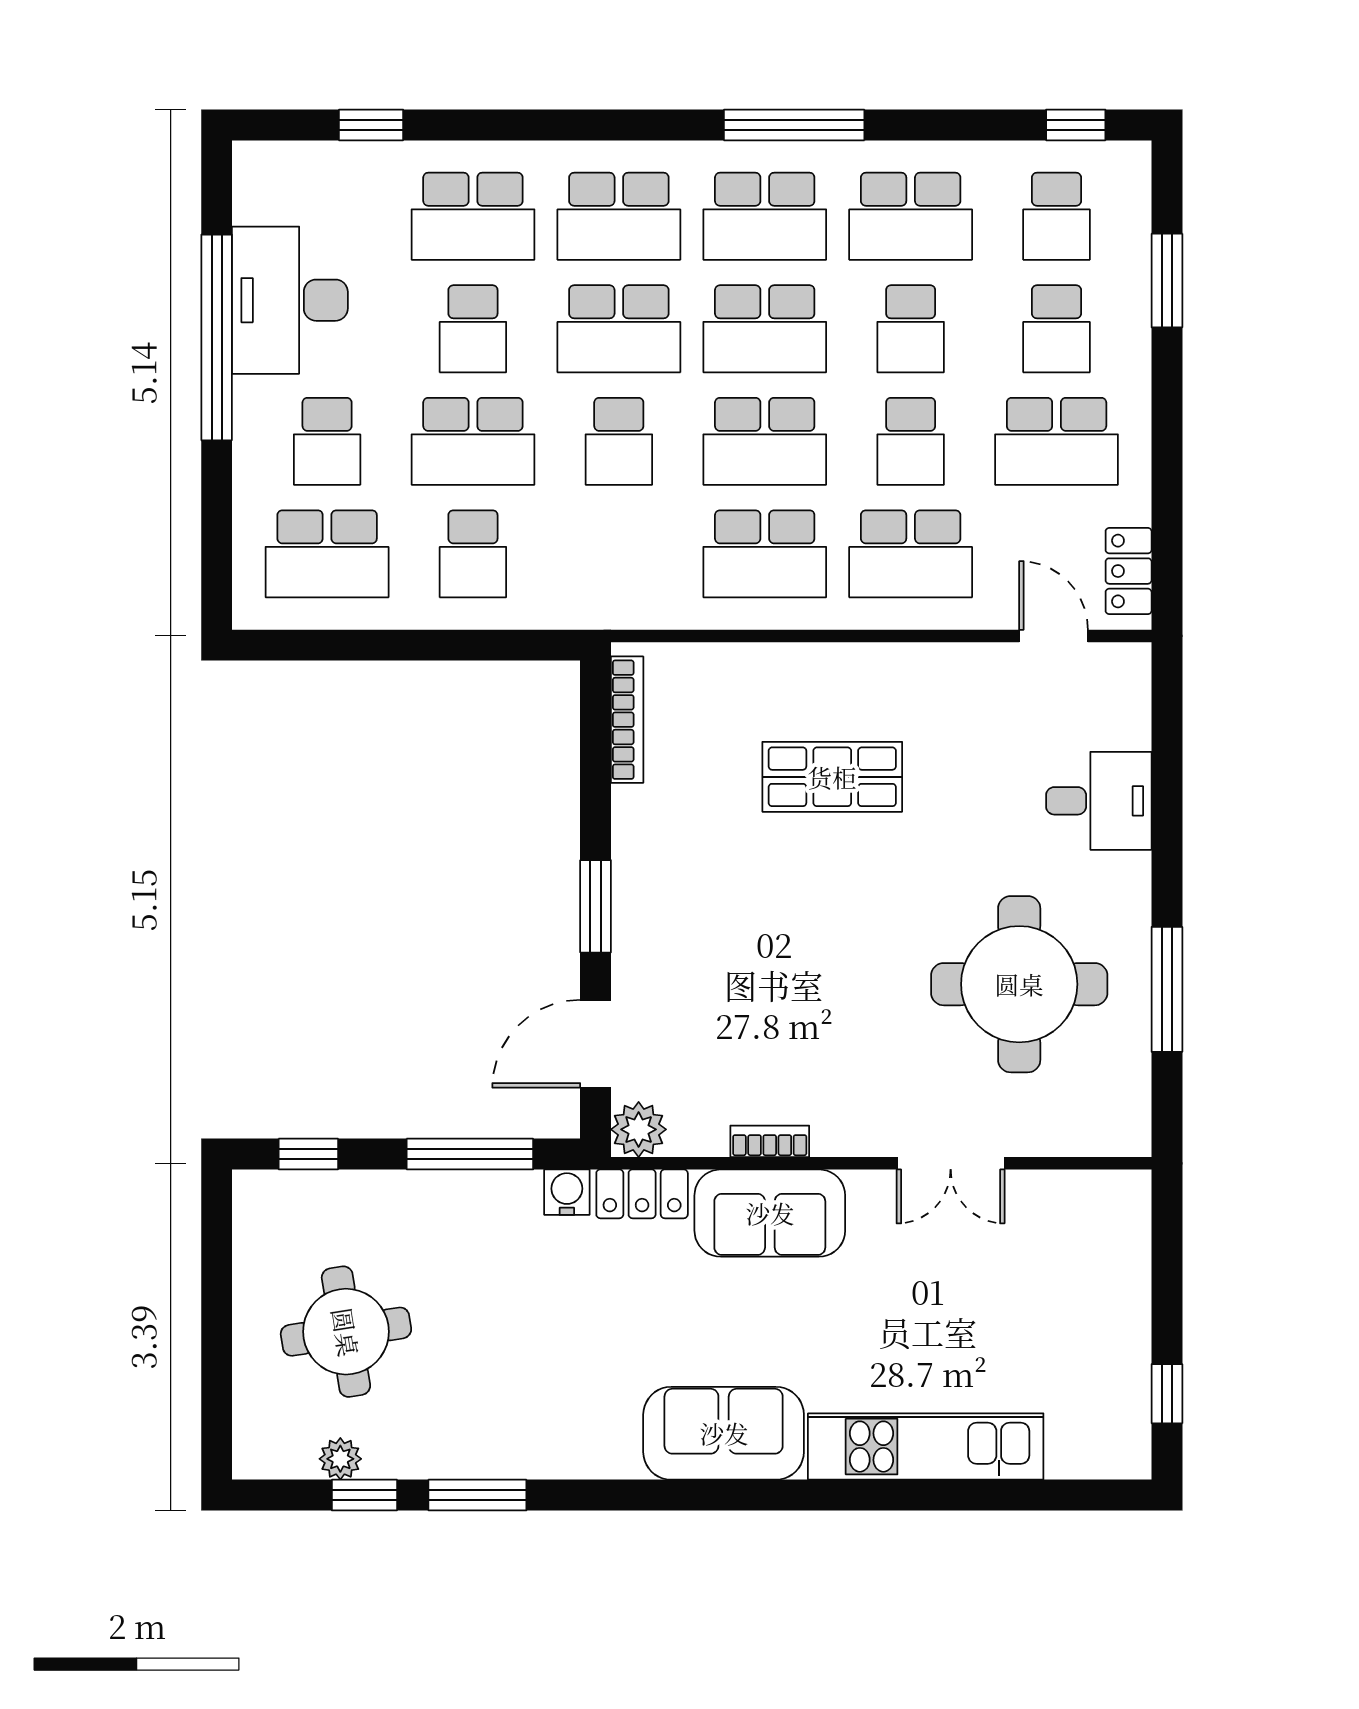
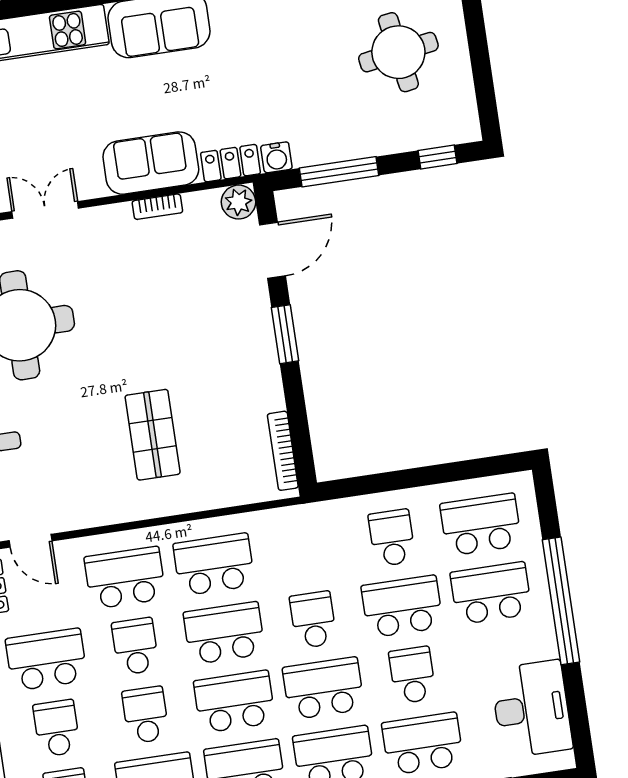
desk: (290, 300) -> (532, 709), moved
window: (217, 337) -> (561, 601), moved
school desk: (327, 441) -> (491, 593), width x1.85
shop shelf: (832, 777) -> (153, 435), turned 90

